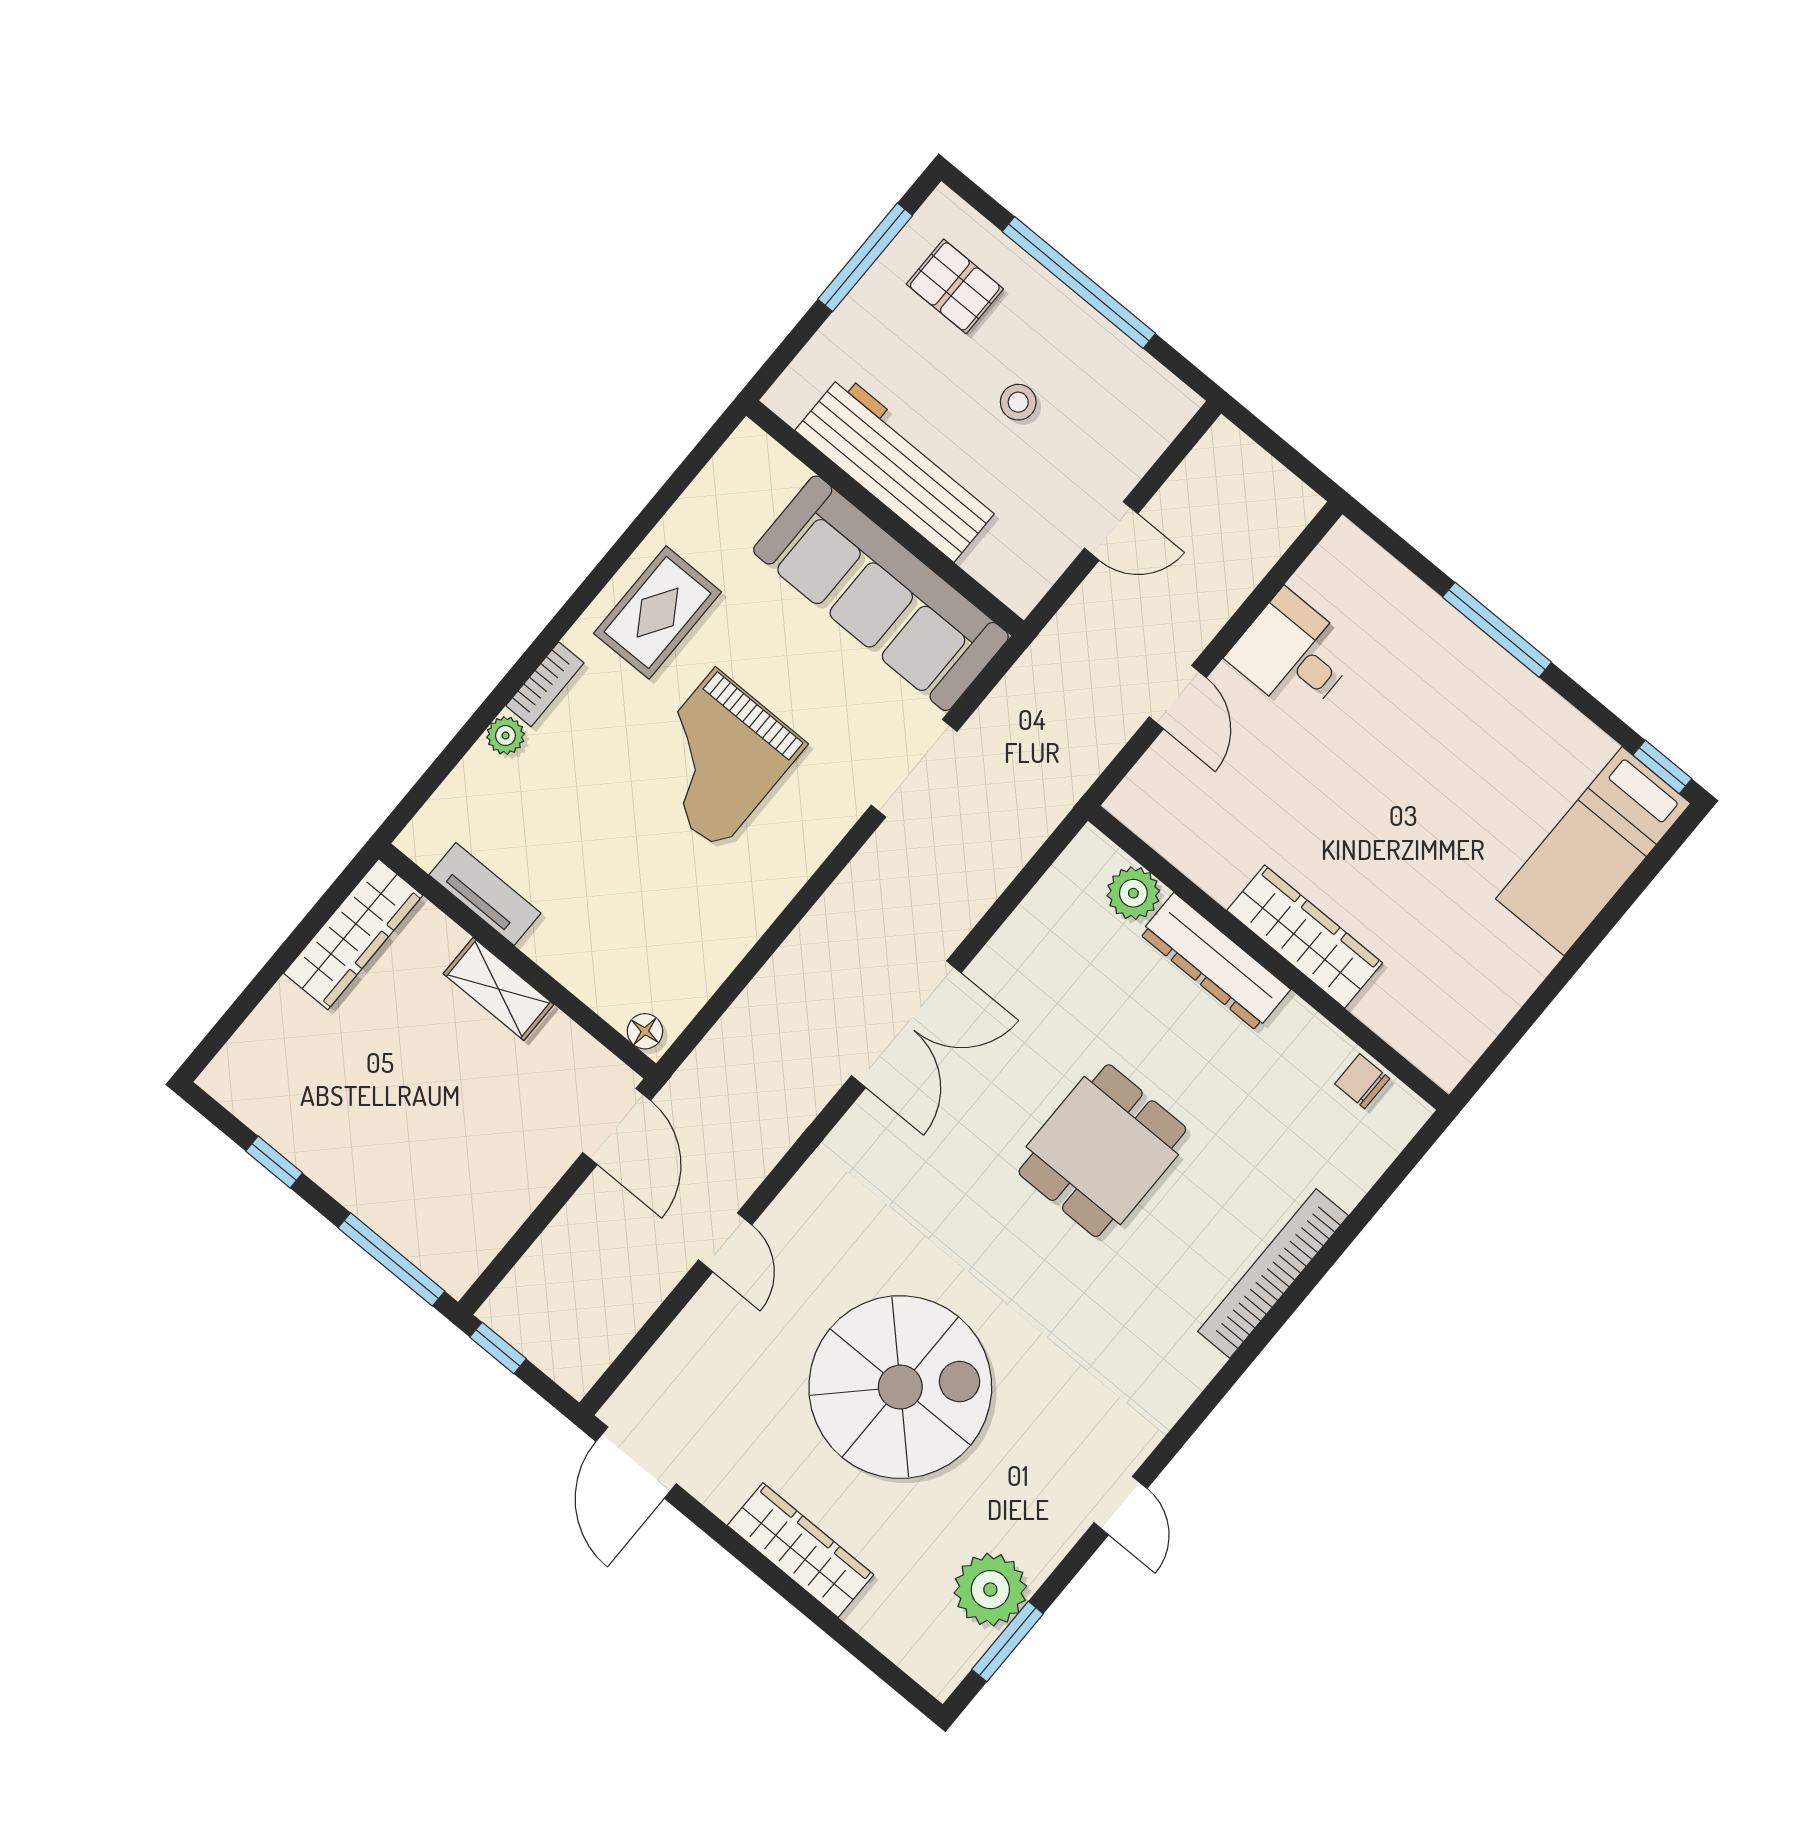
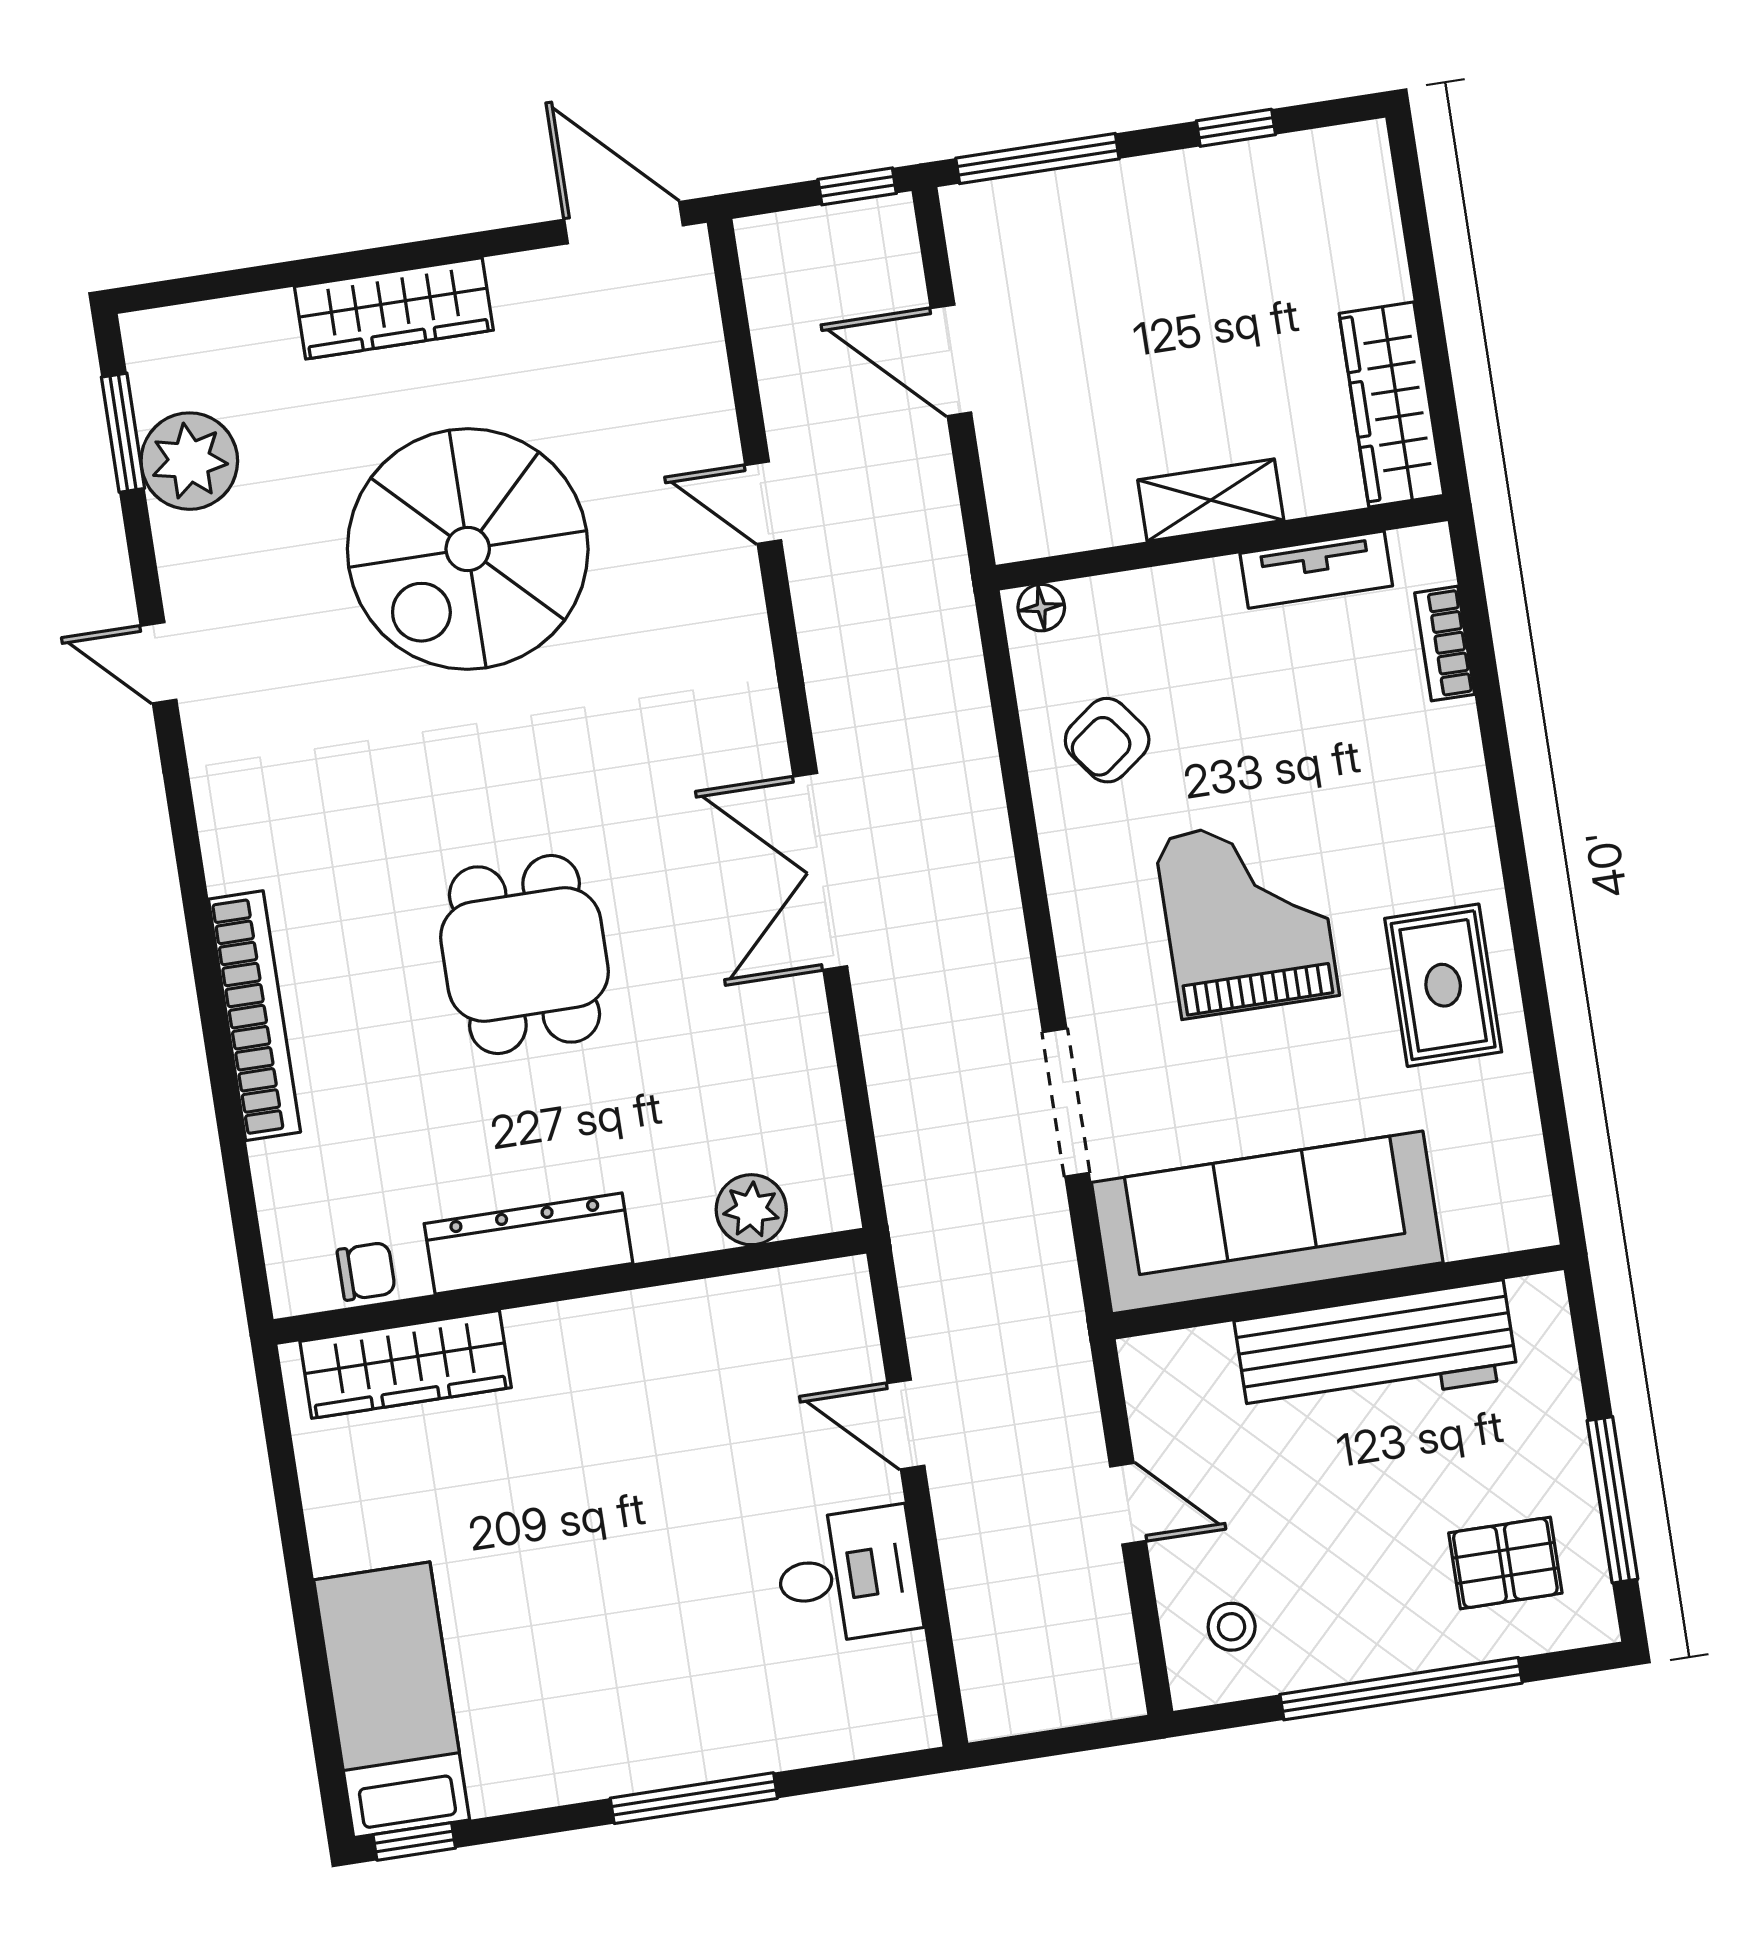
stool: (1018, 402) -> (1232, 1627), moved
door: (1111, 531) -> (1128, 1504), swing flipped
bookcase: (545, 684) -> (1445, 644), moved
plant: (506, 736) -> (1454, 728), removed
armchair: (687, 927) -> (1107, 740), added
wardrobe: (1305, 937) -> (406, 1364), moved
dresser: (1215, 962) -> (529, 1243), moved
door: (617, 1127) -> (951, 360), moved

